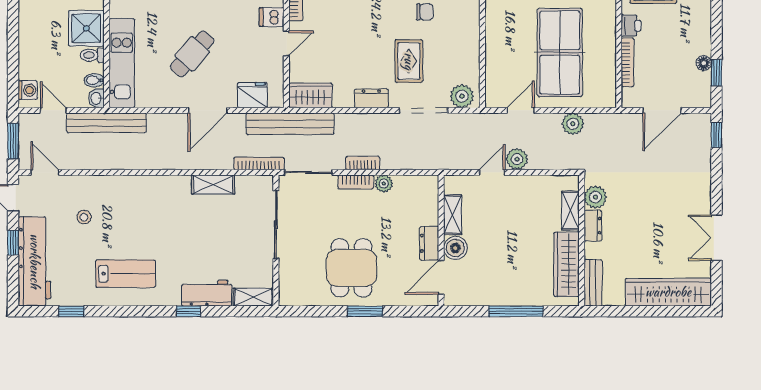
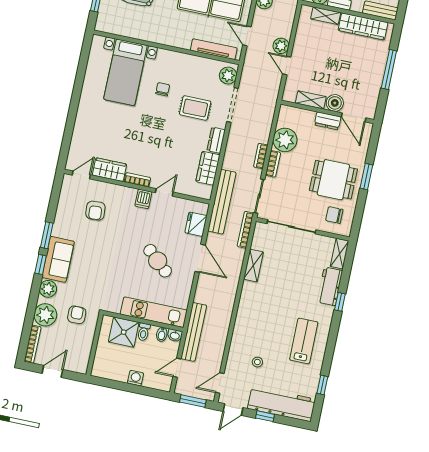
door: (286, 43) -> (164, 192), hinge flipped
tv unit: (493, 69) -> (214, 49), added
washing machine: (28, 90) -> (135, 378), moved
wardrobe: (310, 95) -> (208, 168), moved
plant: (384, 184) -> (285, 140), width x1.88, depth x1.88
chair: (304, 279) -> (334, 215), added

